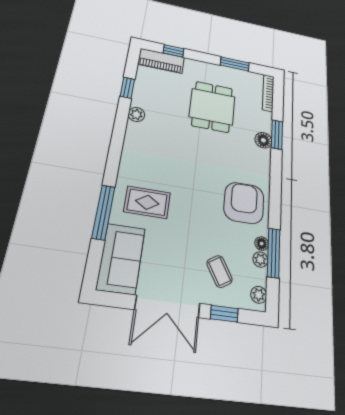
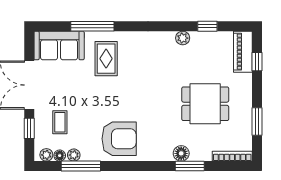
floor lamp: (262, 244) -> (60, 156), moved
coffee table: (220, 271) -> (60, 122), turned -59

